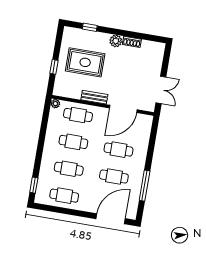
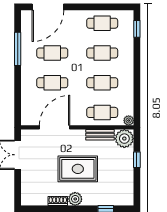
rug: (85, 62) -> (78, 169), moved
plant: (62, 88) -> (124, 139), added
bench: (94, 97) -> (100, 135), moved

